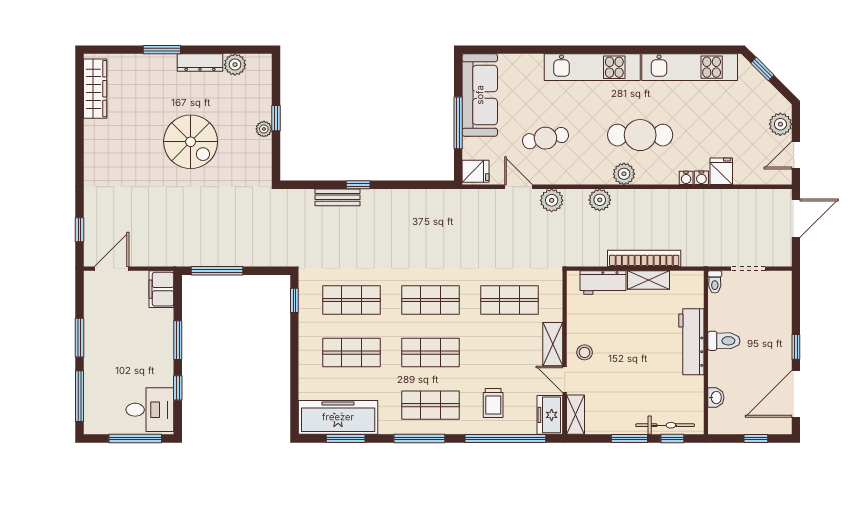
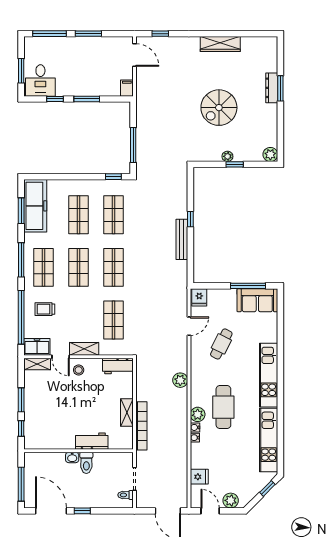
dresser: (200, 63) -> (272, 88), moved
plant: (235, 65) -> (270, 154), moved
wardrobe: (95, 89) -> (220, 44), moved
sofa: (480, 95) -> (257, 300), width x0.73
window: (458, 123) -> (248, 286), moved
cafe table: (545, 138) -> (221, 344), turned 38
fridge: (721, 171) -> (199, 477), moved
plant: (624, 174) -> (198, 414), moved
water cooler: (701, 178) -> (195, 427), moved
bench: (338, 197) -> (182, 239), moved, width x1.36
plant: (552, 200) -> (180, 348), removed
bookcase: (644, 258) -> (141, 426), moved
window: (217, 271) -> (133, 145), moved
toilet: (715, 282) -> (126, 495), moved
workbench: (603, 283) -> (118, 366), moved, turned -90
filing cabinet: (161, 289) -> (127, 88), width x0.50
workbench: (691, 342) -> (92, 441), width x0.73
door: (565, 379) -> (61, 357), swing flipped
washbasin: (716, 398) -> (72, 457), moved
bicycle: (665, 425) -> (30, 424), removed
window: (135, 439) -> (21, 71), width x0.69
window: (756, 439) -> (21, 484), width x2.17

